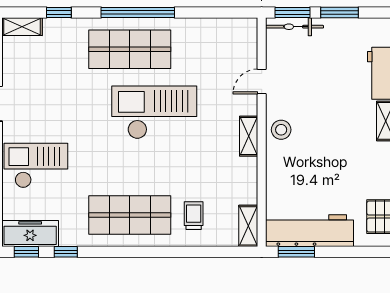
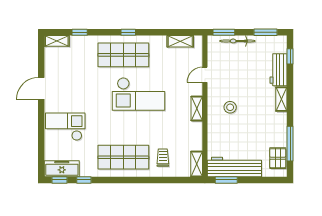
window: (138, 12) -> (128, 32), width x0.32
window: (339, 12) -> (265, 32), moved
shelving: (222, 27) -> (180, 41), added
bicycle: (295, 27) -> (237, 41), moved
checkout: (154, 112) -> (138, 94), turned 180
stool: (281, 130) -> (230, 107), moved

